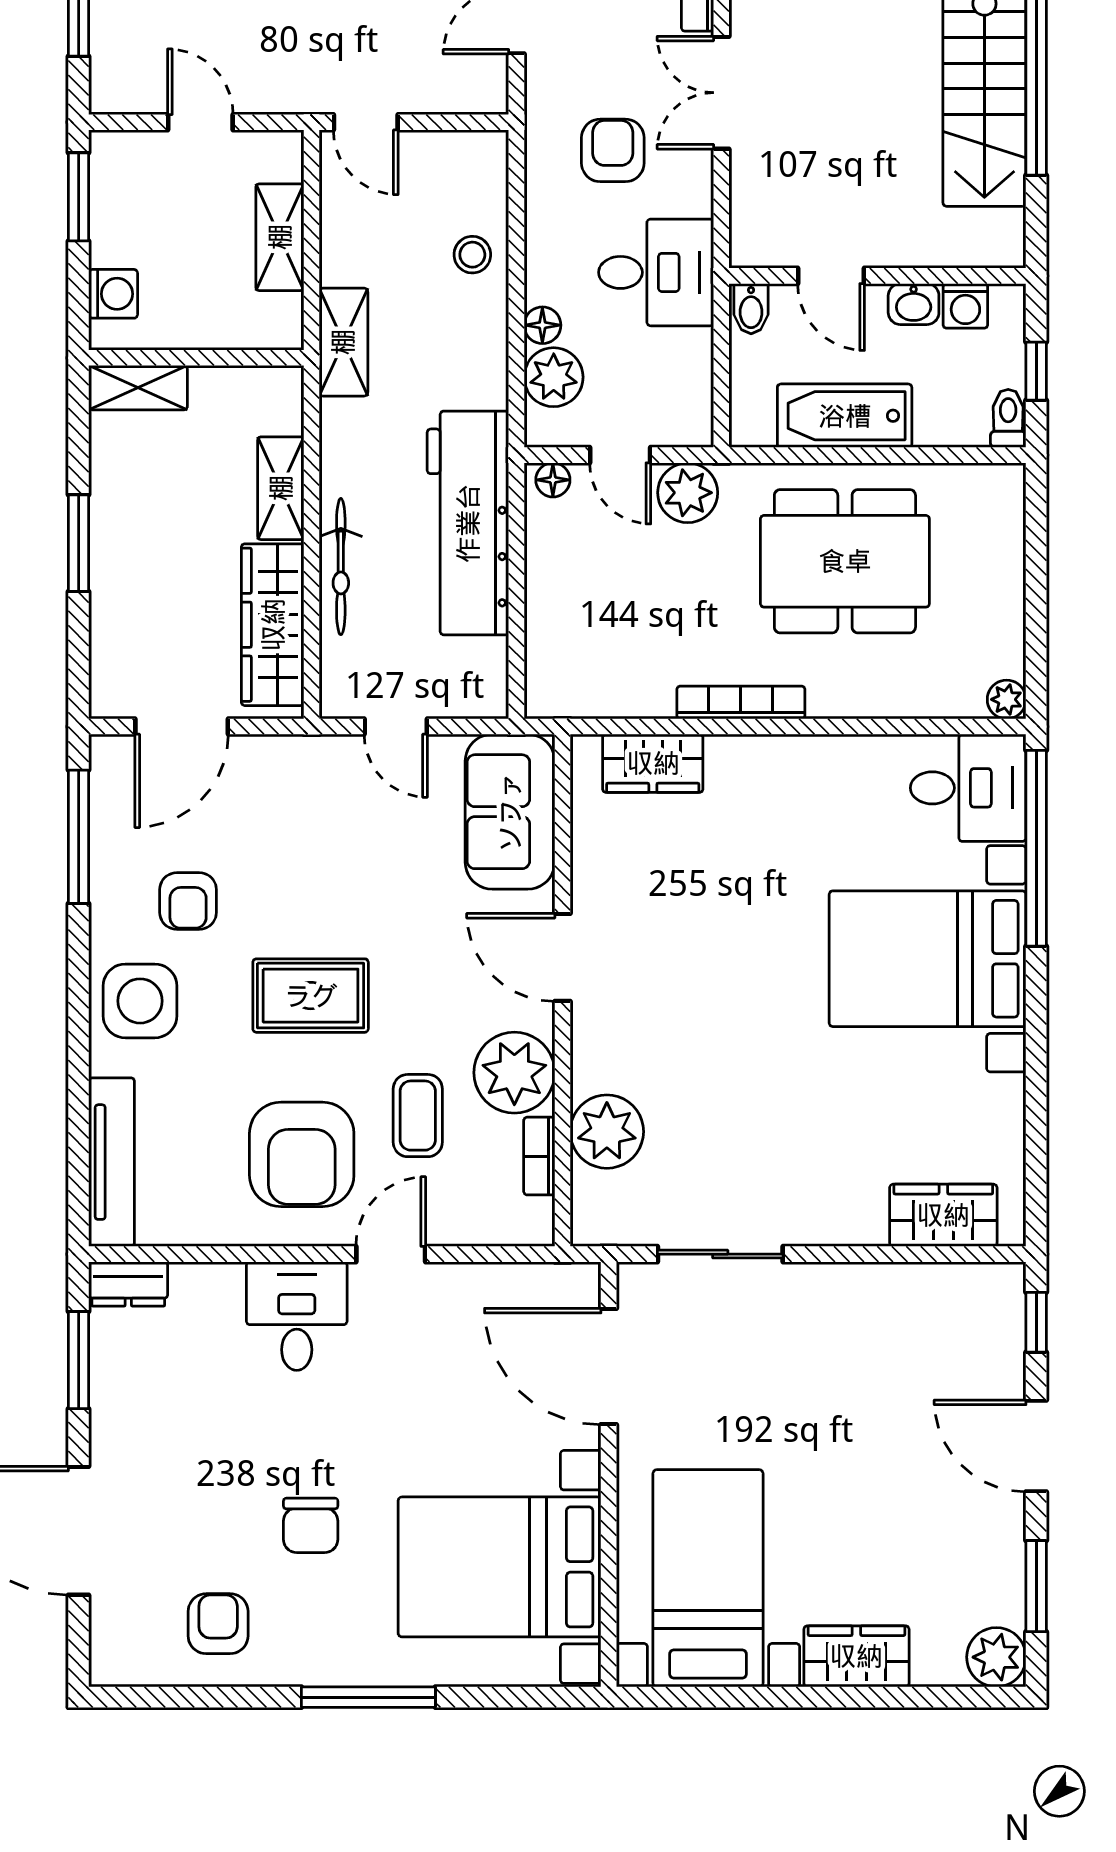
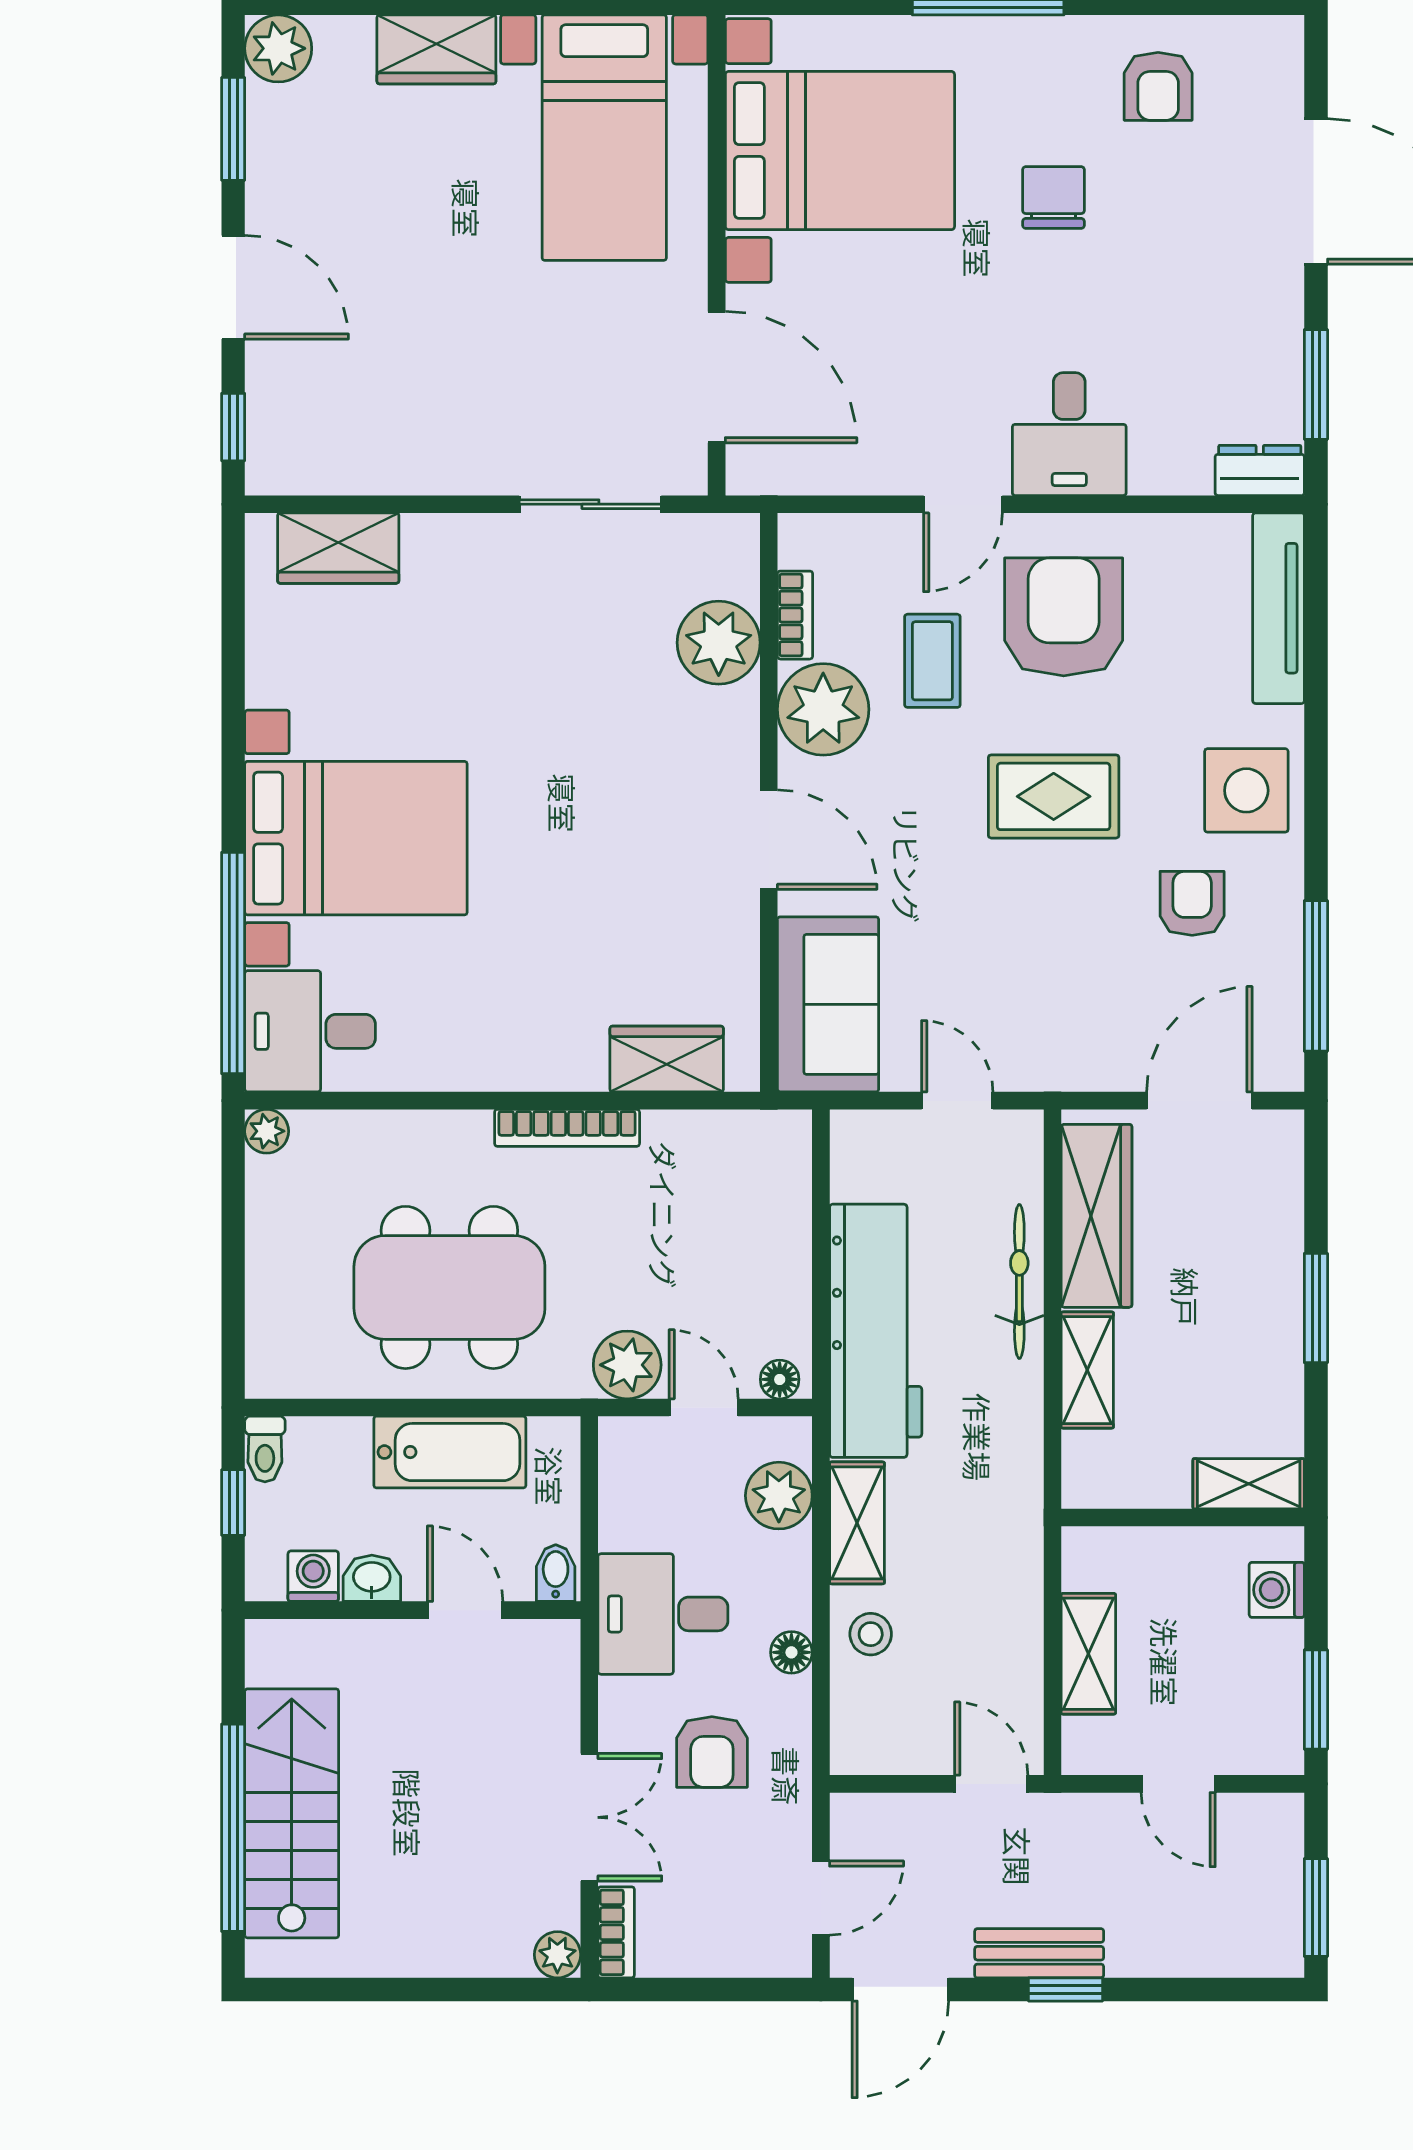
floor lamp: (542, 325) -> (791, 1652), moved
shelving: (343, 342) -> (857, 1523), moved

